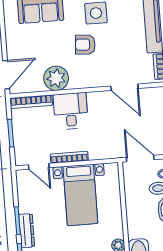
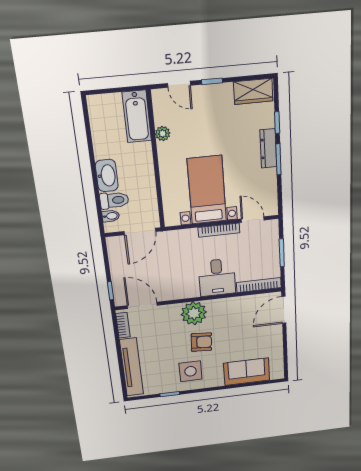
plant: (56, 78) -> (194, 313), moved
door: (124, 87) -> (142, 305), moved
door: (140, 158) -> (140, 232), hinge flipped

